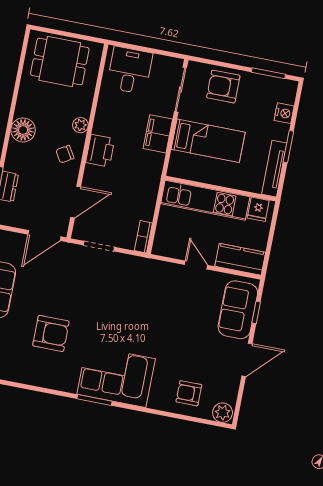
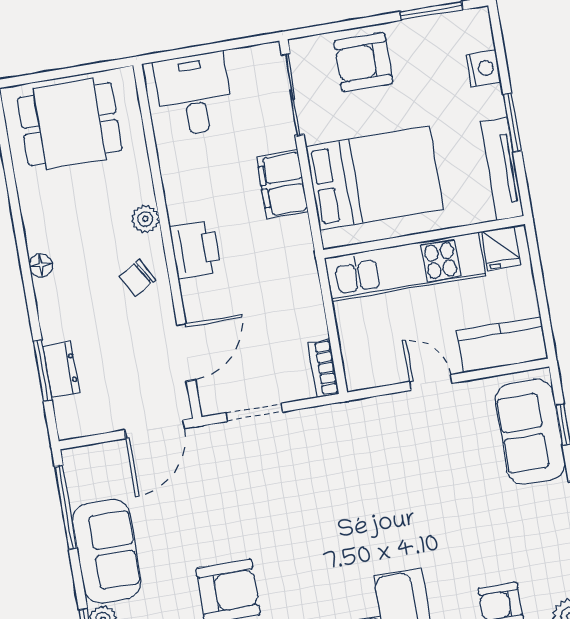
floor lamp: (23, 130) -> (41, 265), width x0.53, depth x0.53
bed: (208, 141) -> (375, 178), width x1.50

